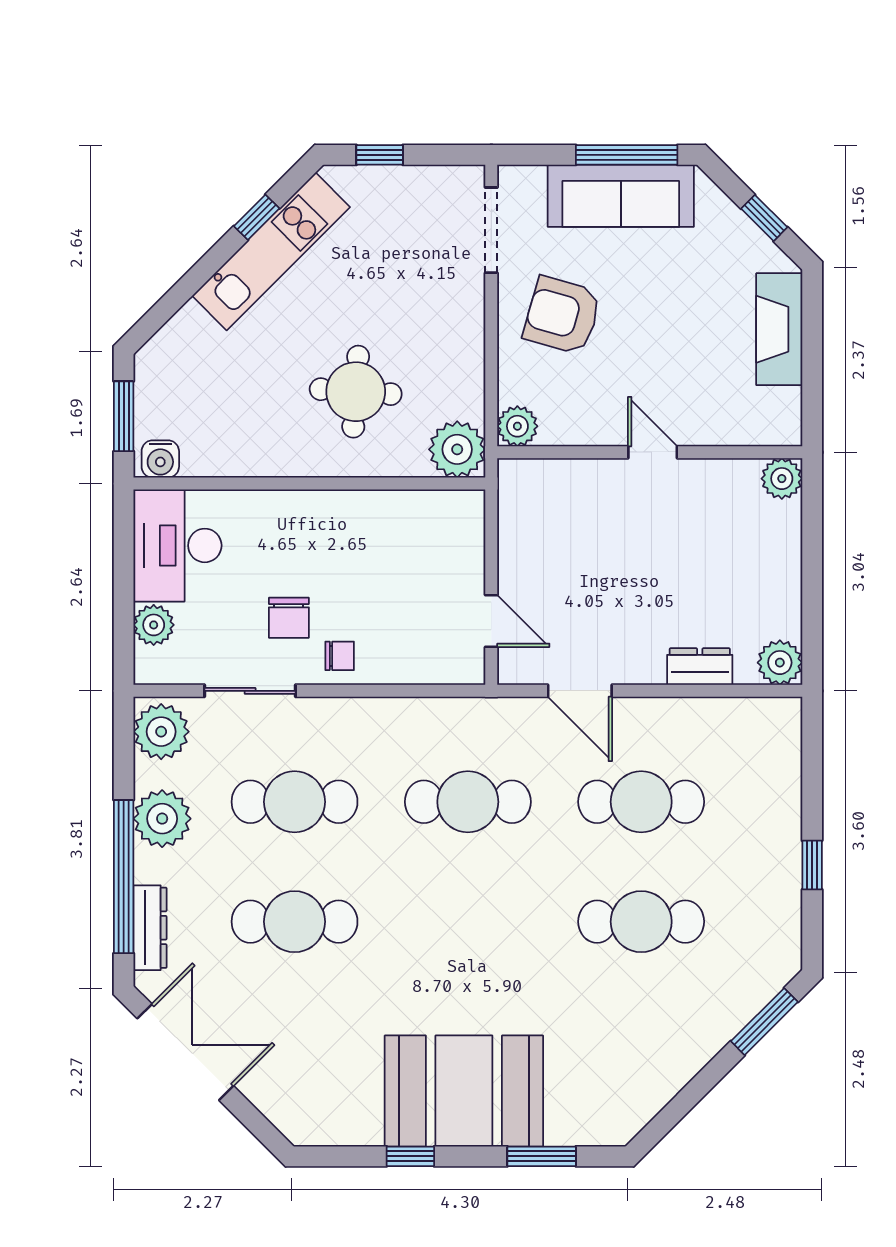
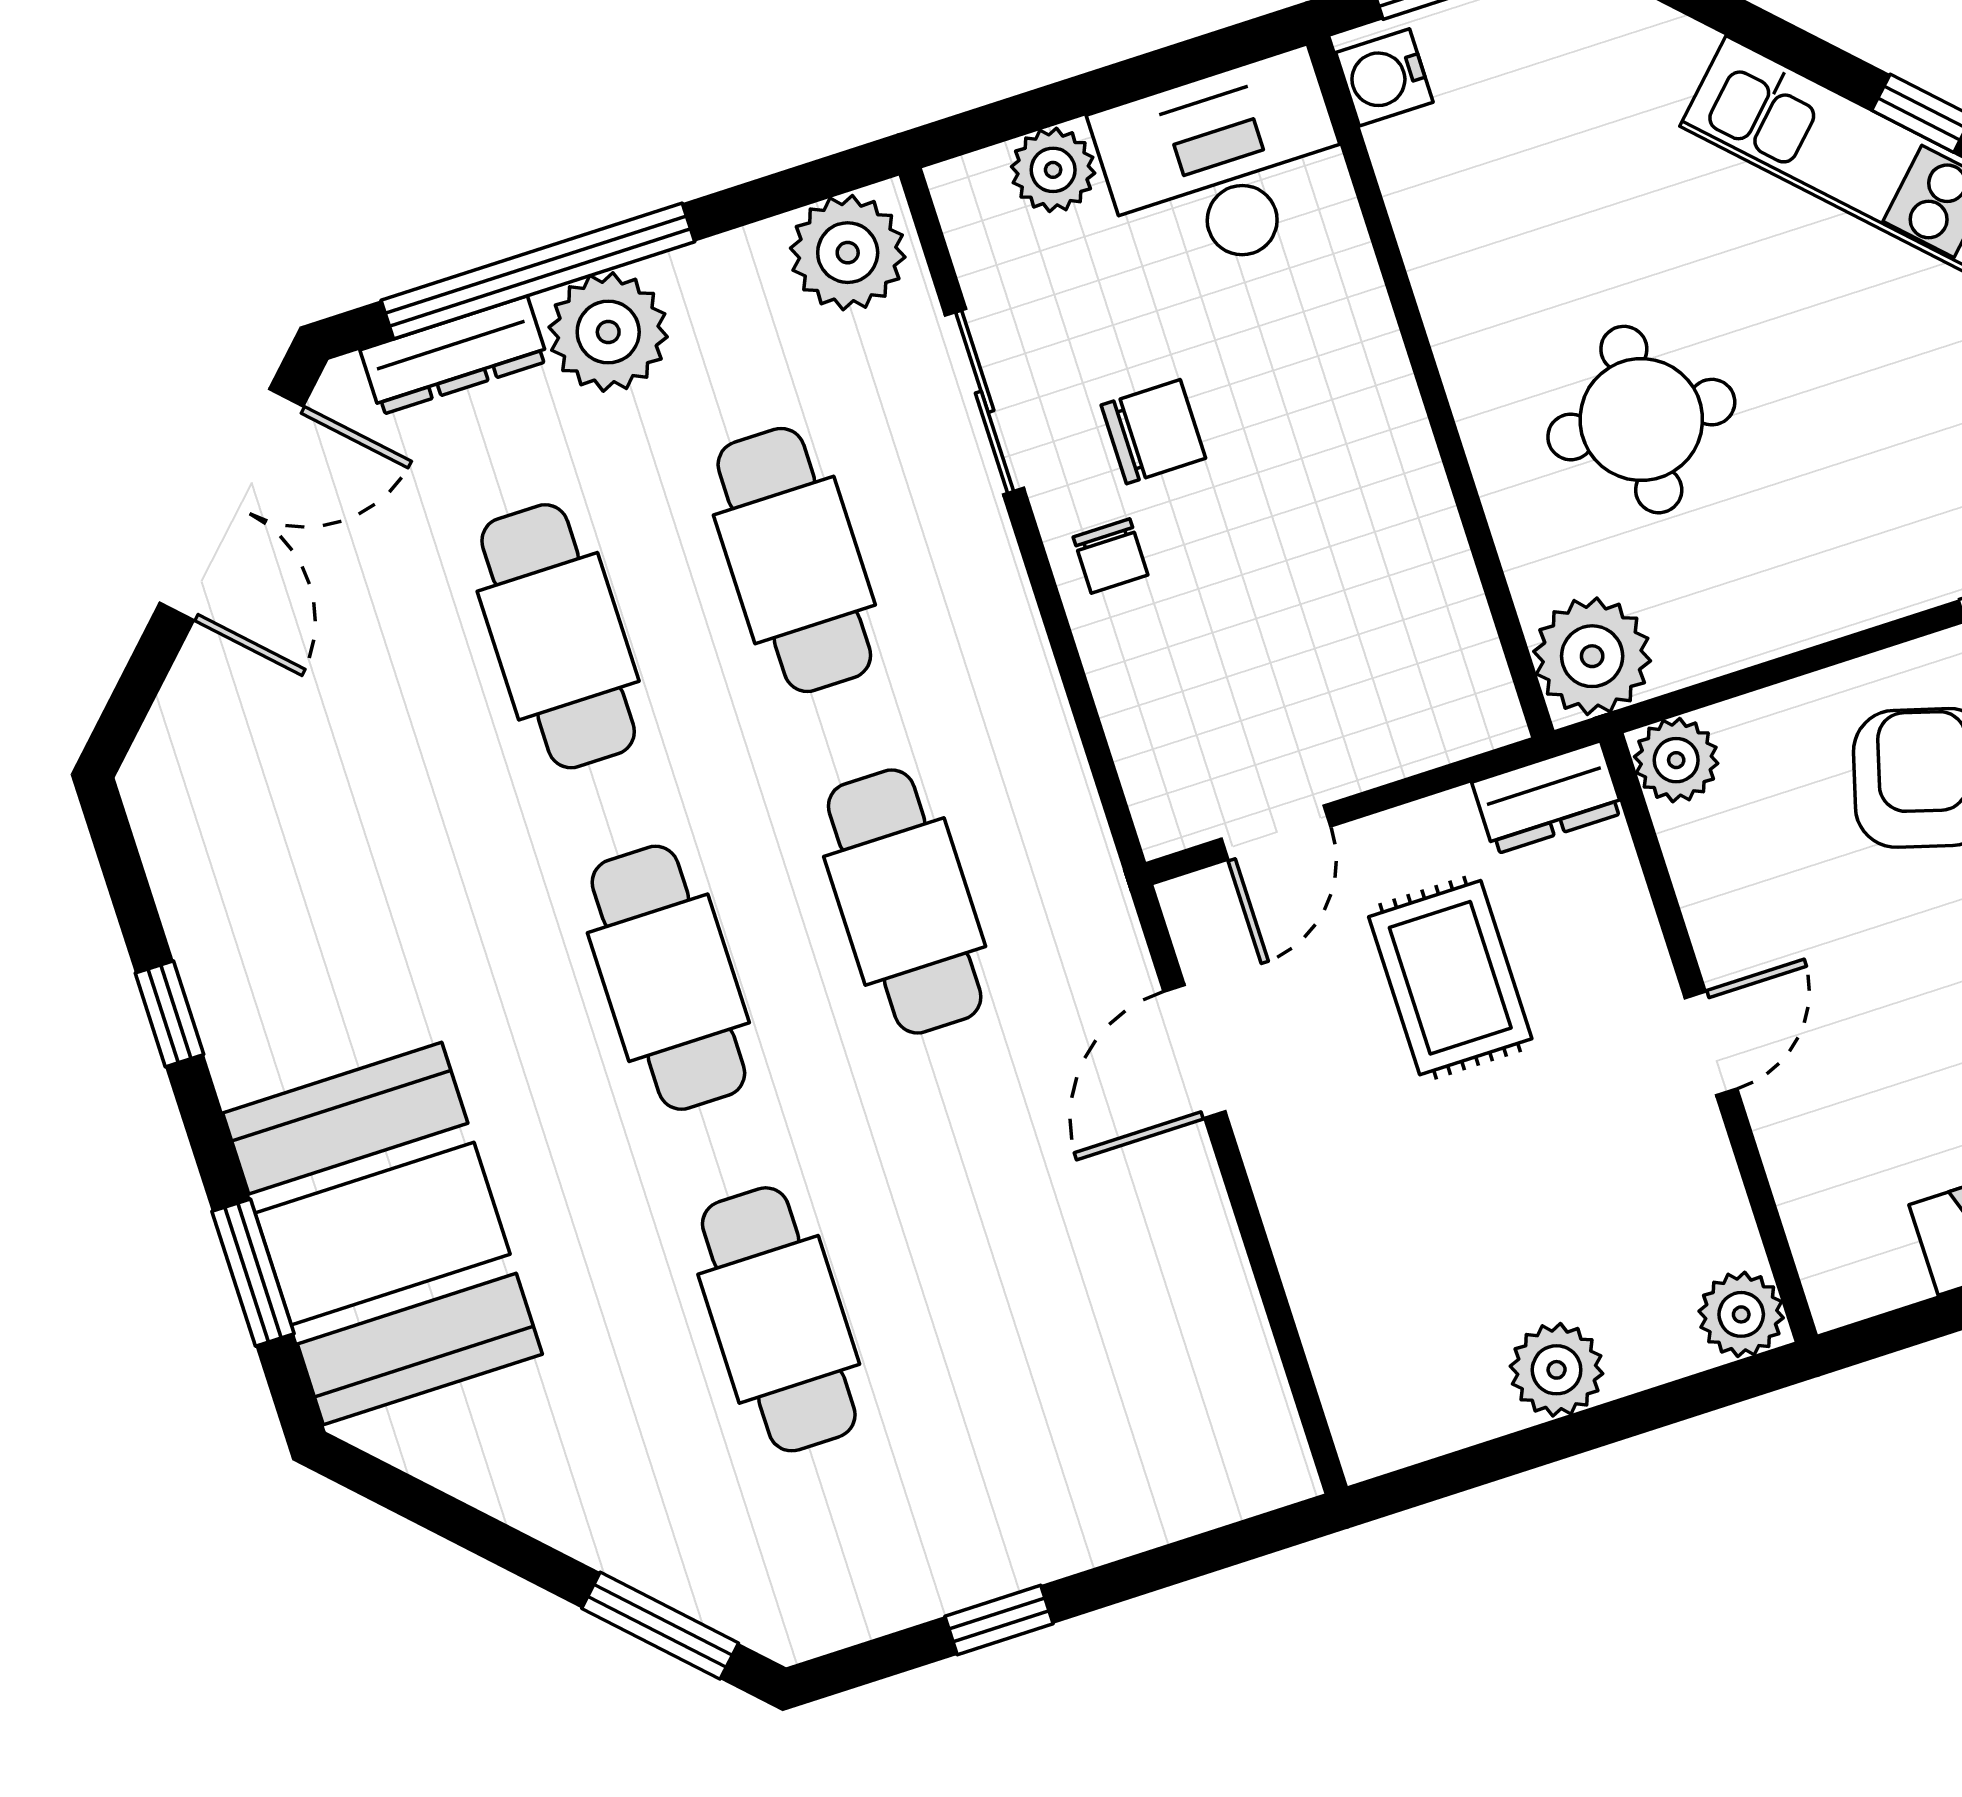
rug: (584, 562) -> (1450, 978), added
chair: (289, 618) -> (1153, 432), turned 180
plant: (780, 663) -> (1557, 1370), moved
dresser: (700, 667) -> (1548, 798), moved, turned 90
cafe table: (641, 802) -> (668, 978), moved
plant: (162, 819) -> (608, 332), moved
booth: (464, 1091) -> (383, 1234), moved

